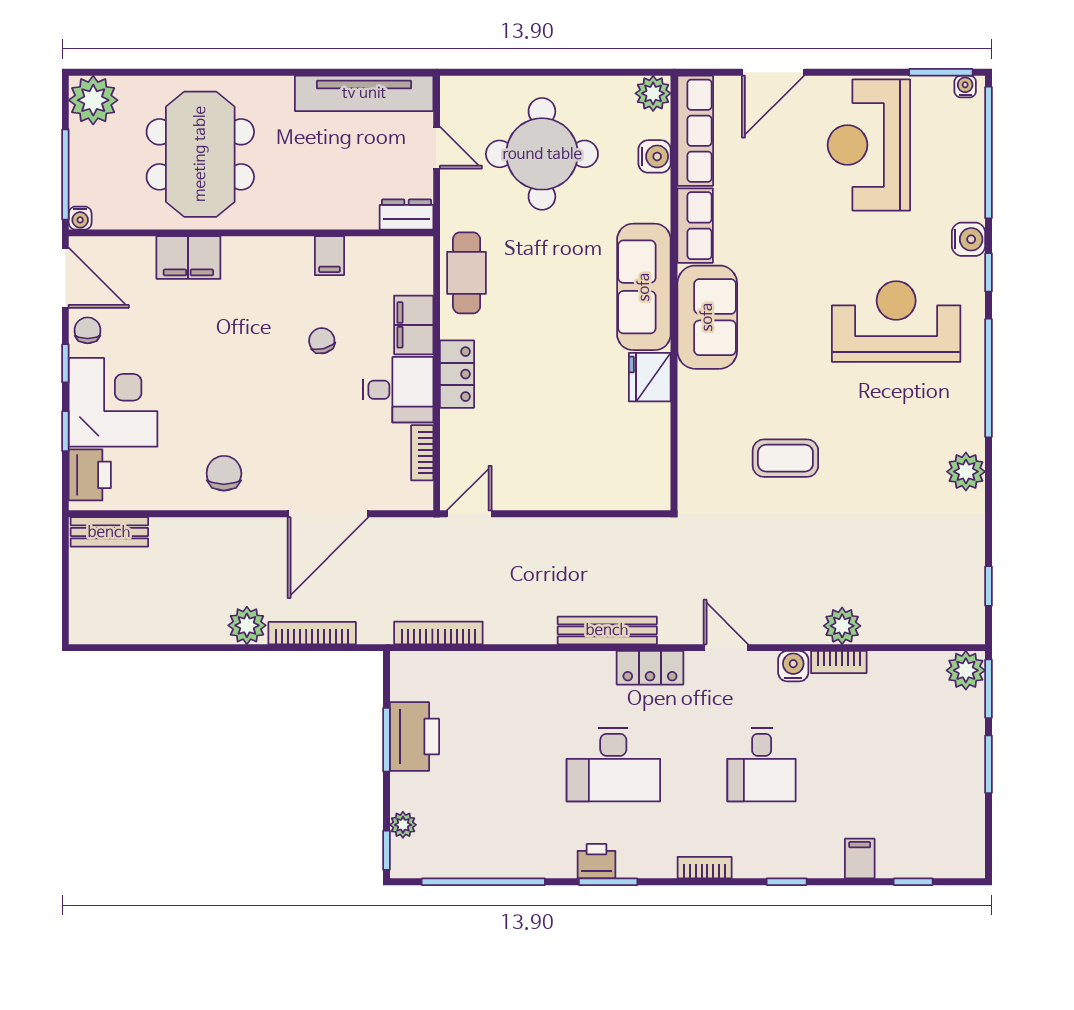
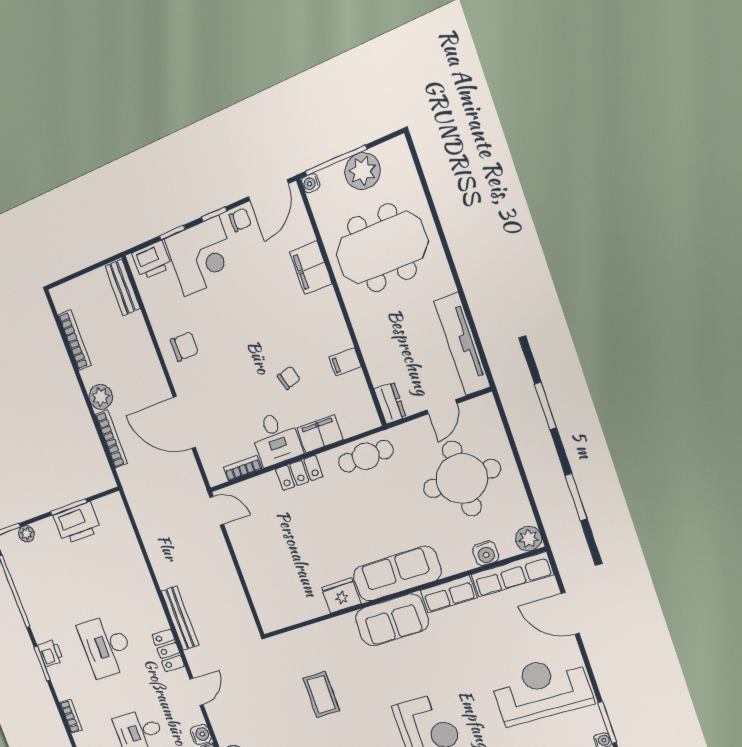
plant: (93, 100) -> (362, 171), moved
bookcase: (438, 633) -> (75, 340), moved

